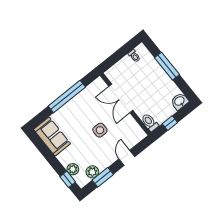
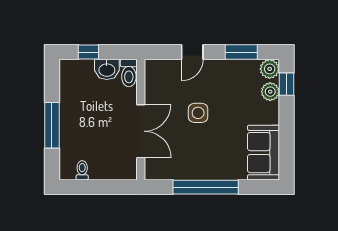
washbasin: (180, 101) -> (107, 69), moved
window: (170, 123) -> (88, 52), moved
plant: (92, 172) -> (270, 69), moved

